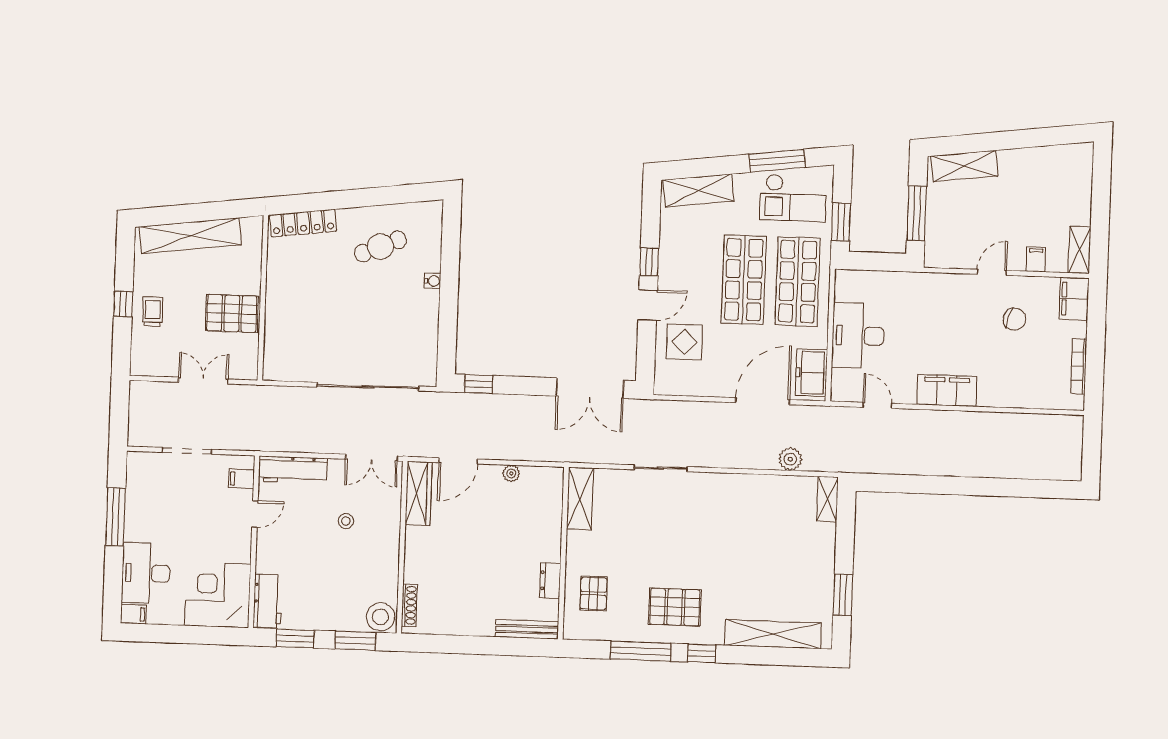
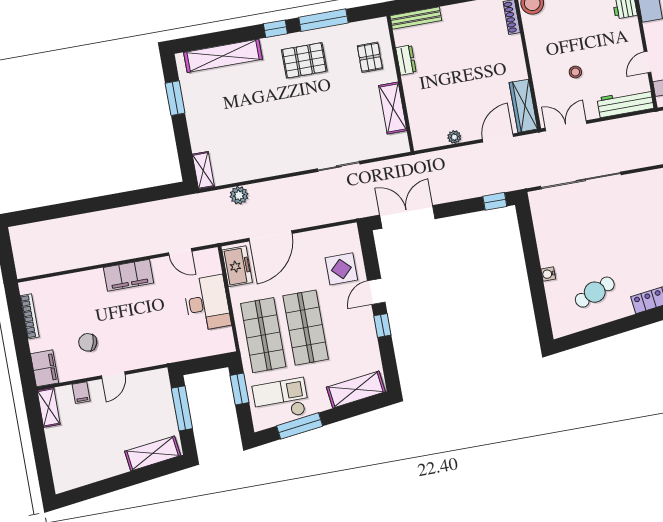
shelving: (580, 499) -> (393, 108), moved

